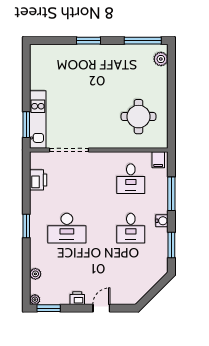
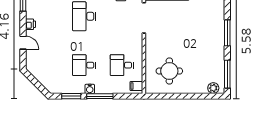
window: (89, 41) -> (227, 33), width x1.44
window: (171, 194) -> (100, 96), moved

